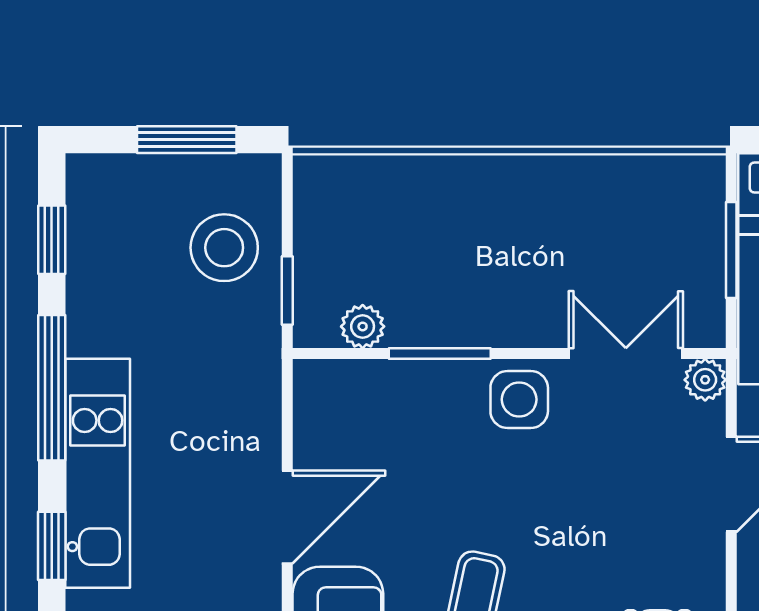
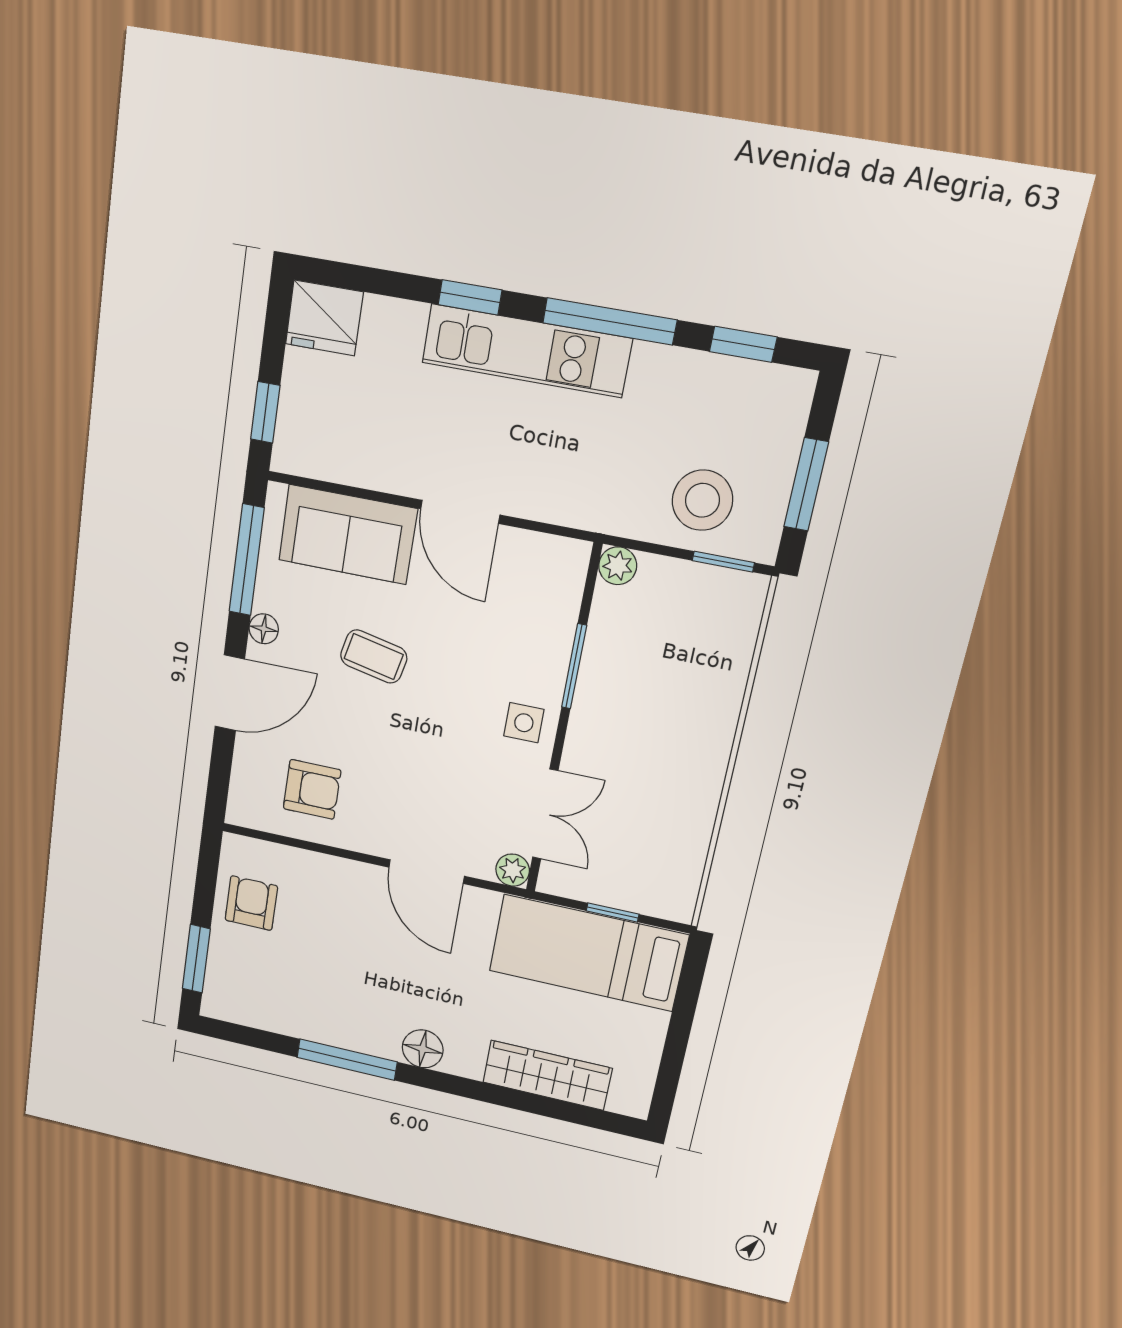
window: (731, 250) -> (613, 912), width x0.67
window: (287, 290) -> (723, 562), moved
plant: (363, 326) -> (618, 566), moved
side table: (519, 399) -> (524, 723), width x0.73, depth x0.73

